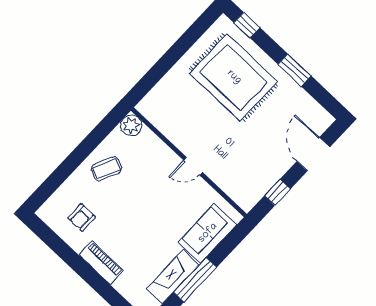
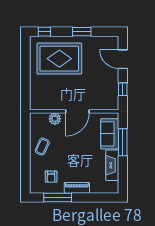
plant: (131, 125) -> (55, 119), moved
door: (193, 166) -> (77, 111), width x1.87
window: (65, 252) -> (58, 198), added
window: (195, 280) -> (123, 142), moved

